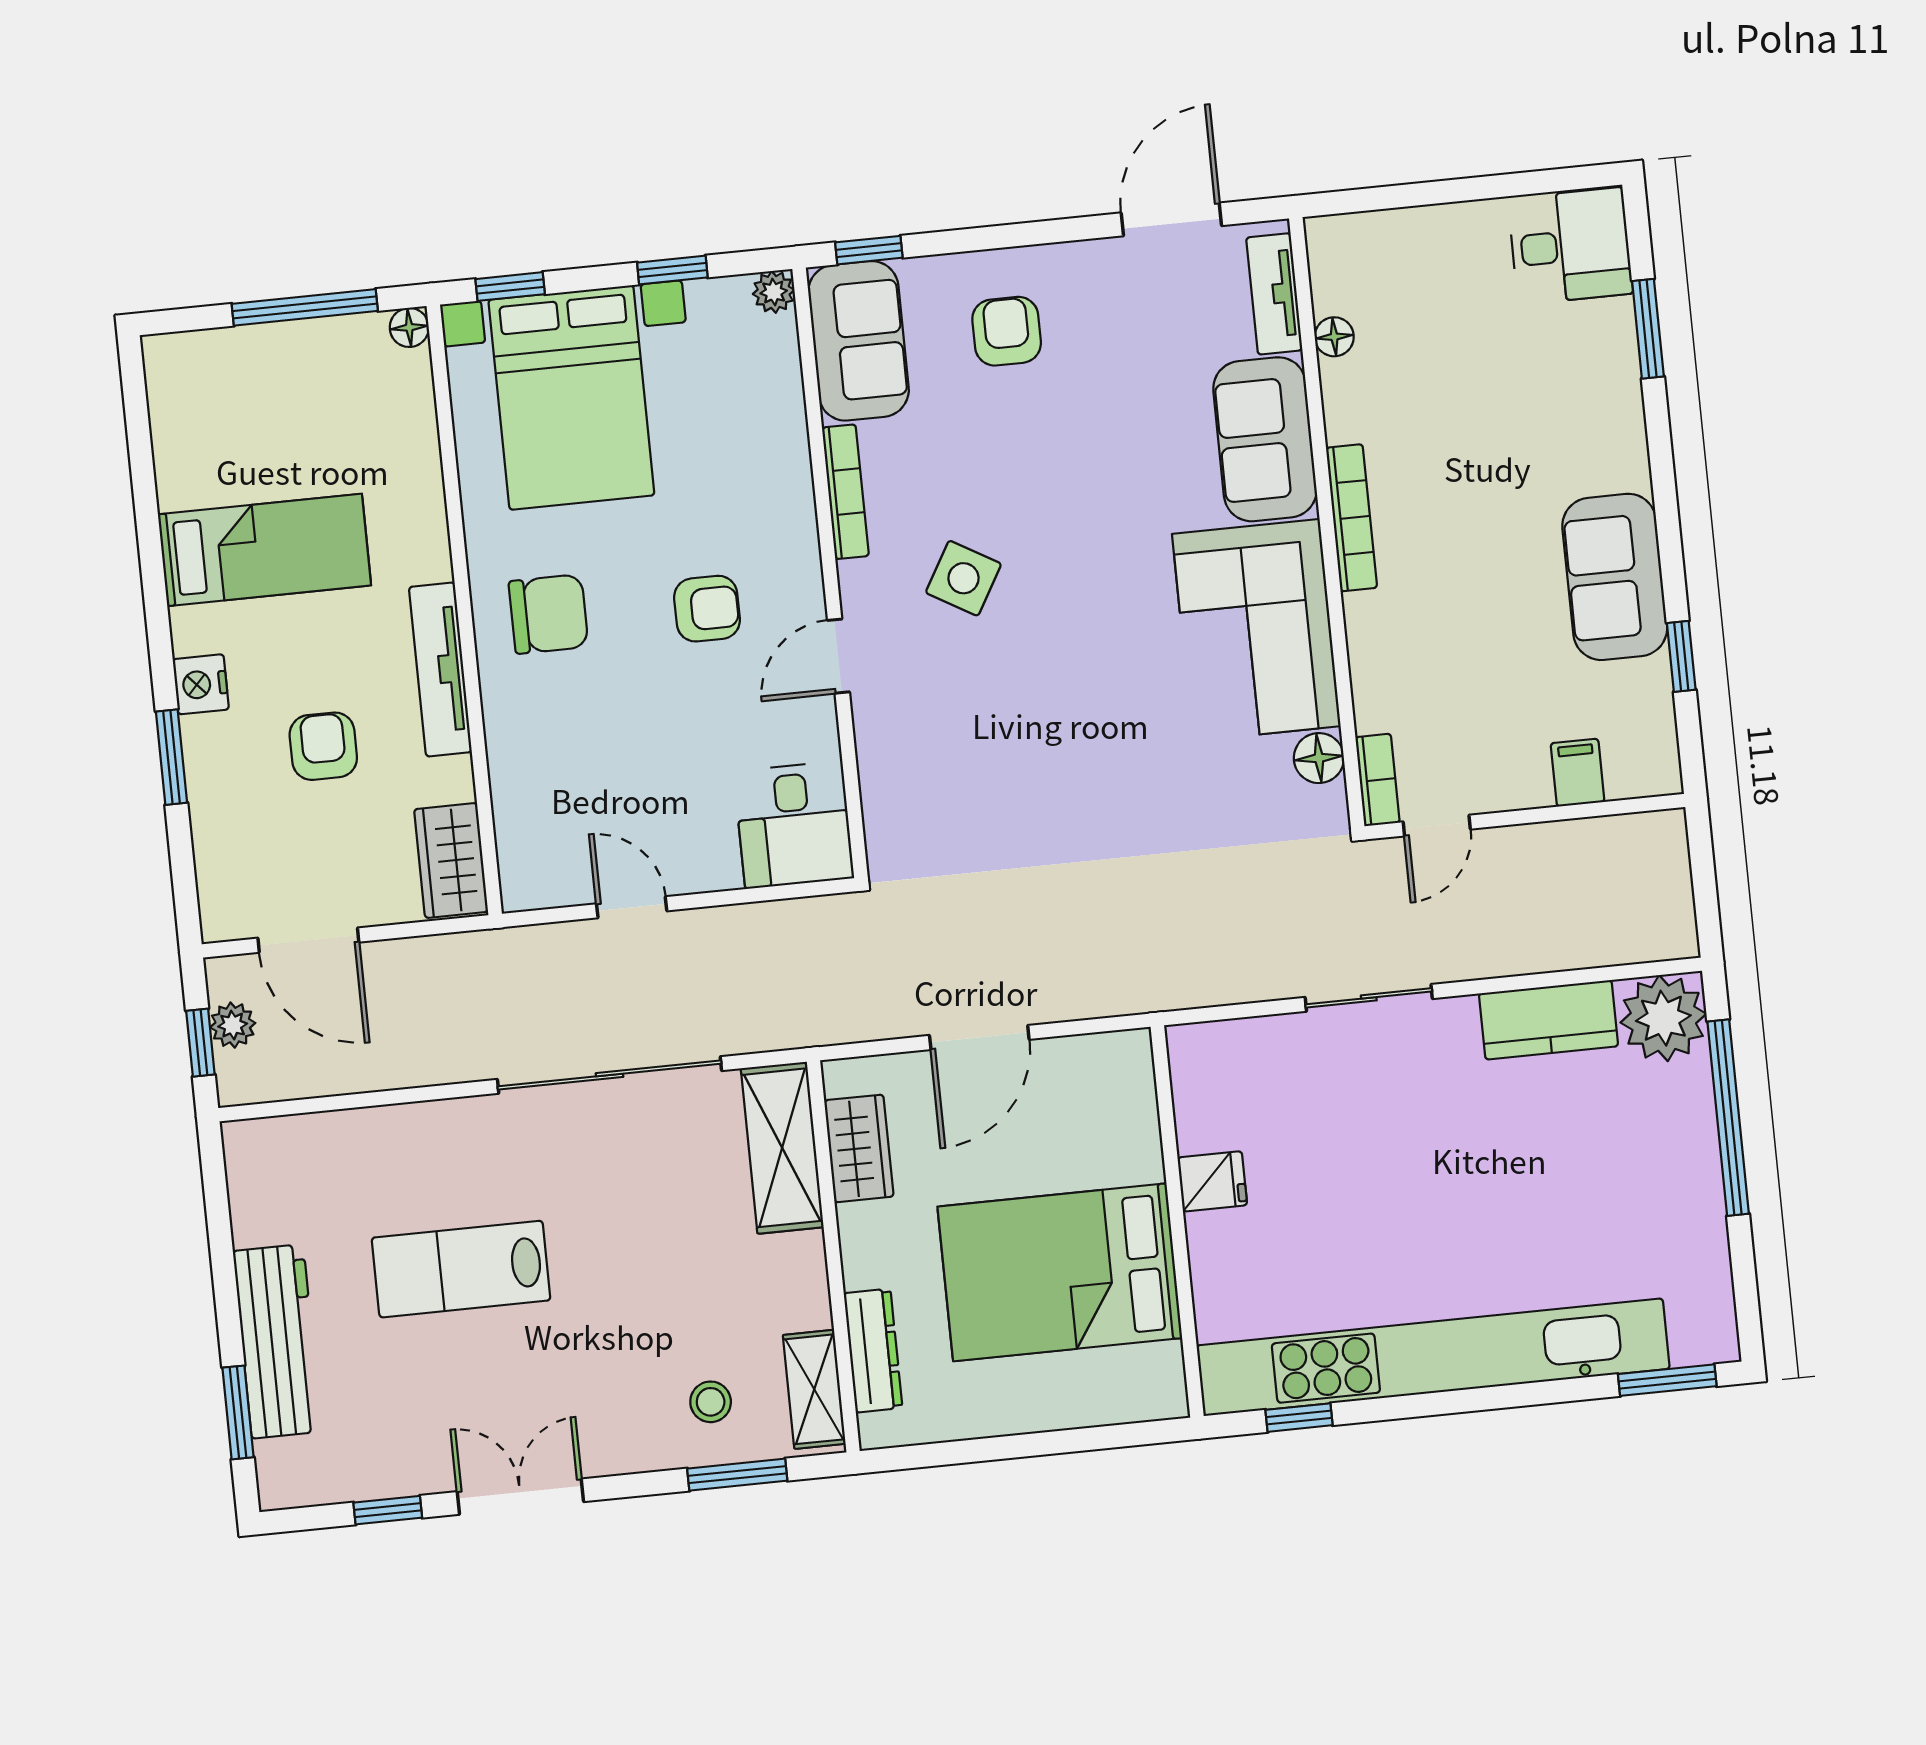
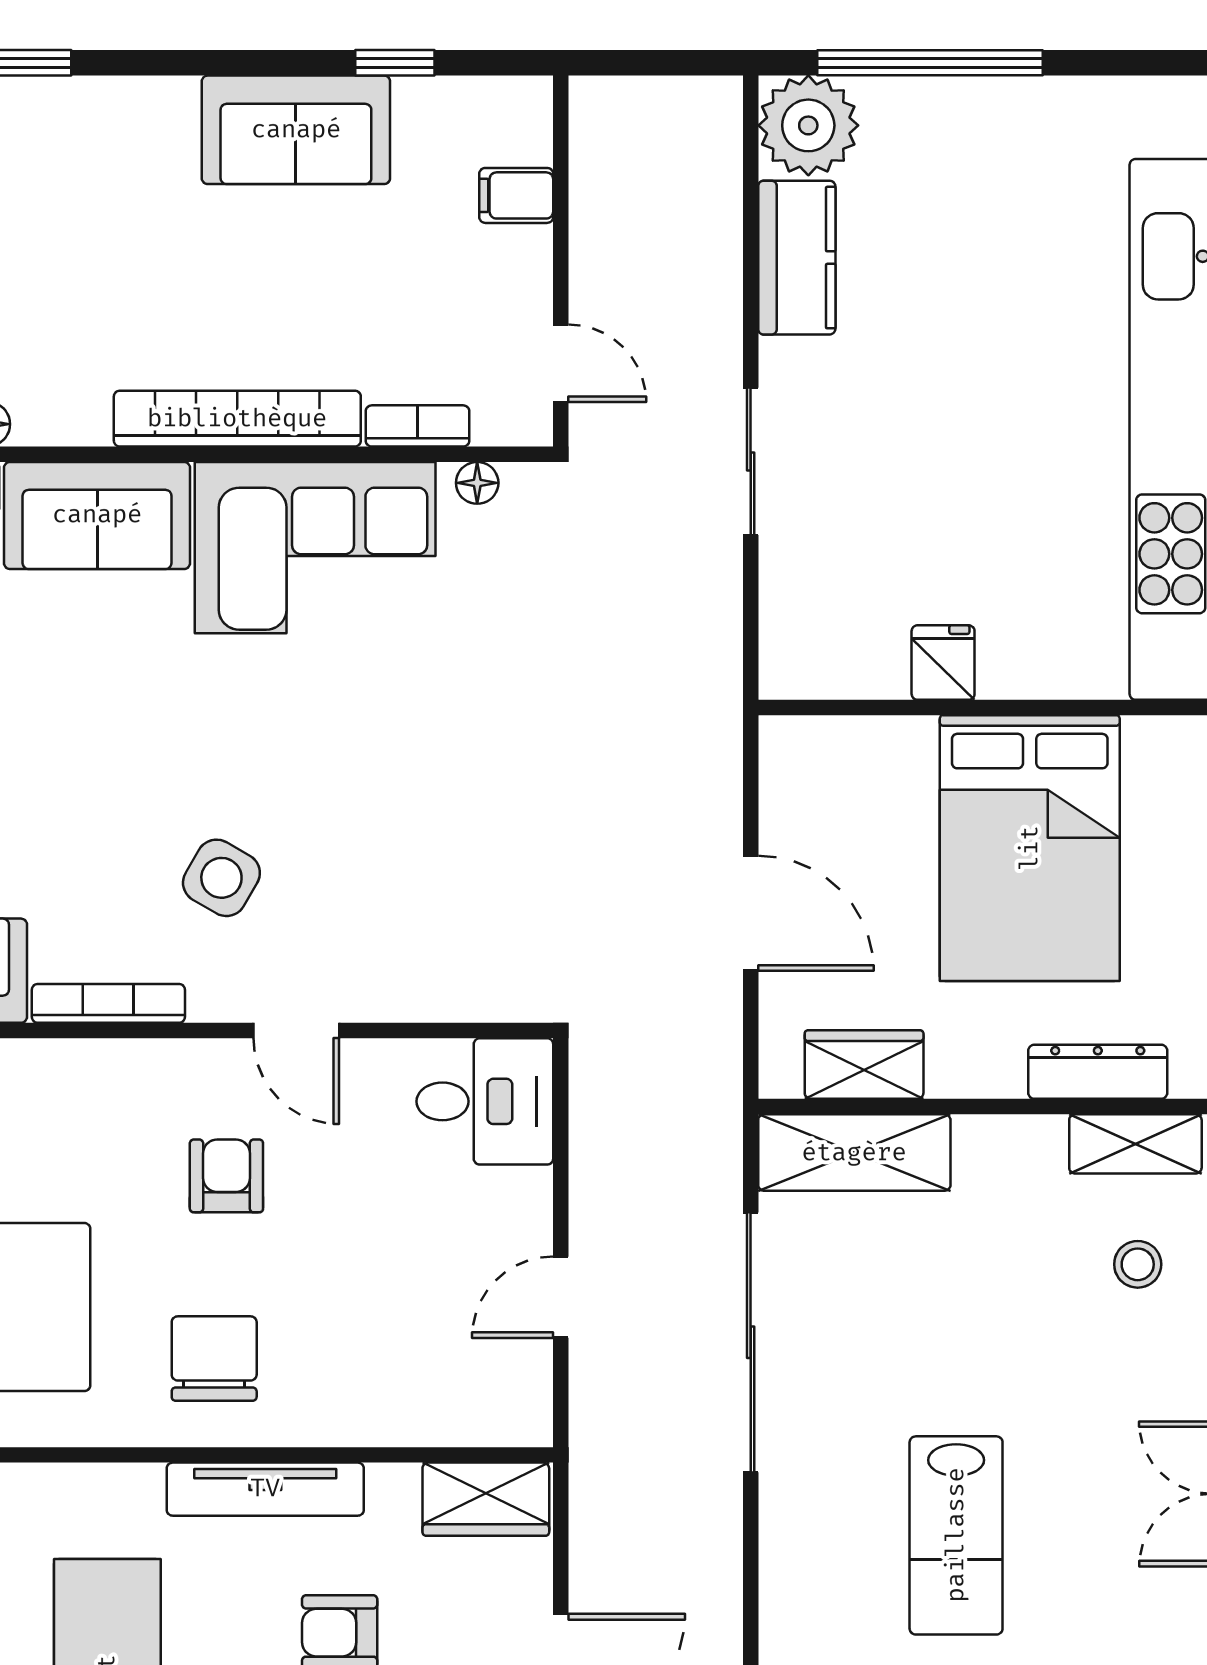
bookcase: (1352, 518) -> (237, 419), width x1.48, depth x1.31
floor lamp: (1319, 758) -> (477, 483), width x0.73, depth x0.73
bookcase: (1378, 780) -> (417, 426), moved

